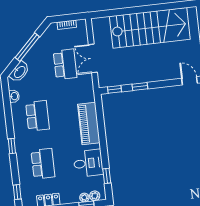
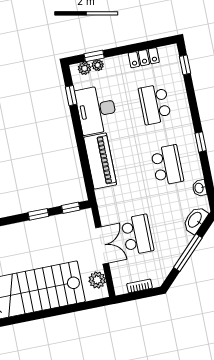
plant: (99, 32) -> (97, 280), added
school desk: (65, 64) -> (137, 235), turned 180
school desk: (37, 116) -> (167, 165), turned 180
window: (12, 146) -> (201, 142), moved
desk: (88, 163) -> (96, 110), width x1.37

